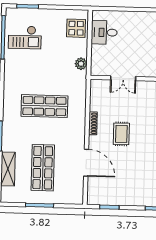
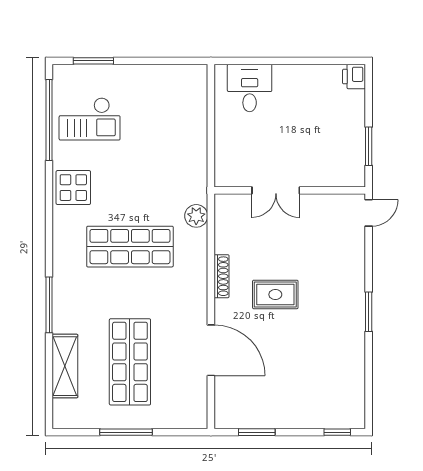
display table: (76, 28) -> (73, 188), moved
desk: (104, 32) -> (250, 88), moved, turned 90
plant: (81, 64) -> (196, 216), moved
rug: (121, 134) -> (275, 294), turned 90

